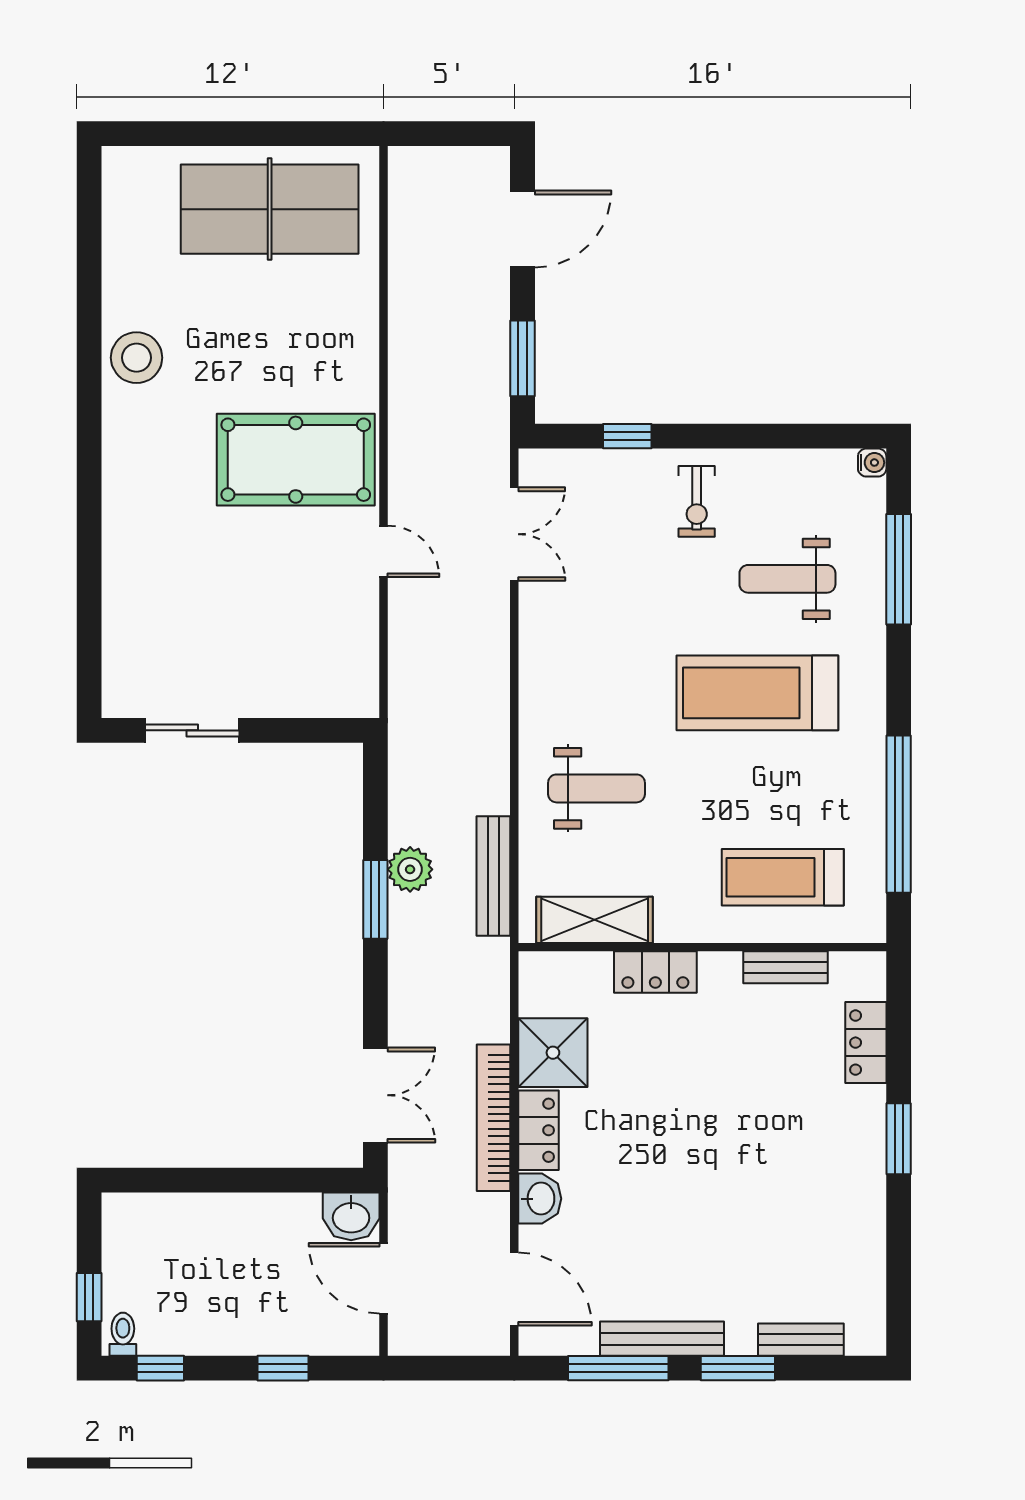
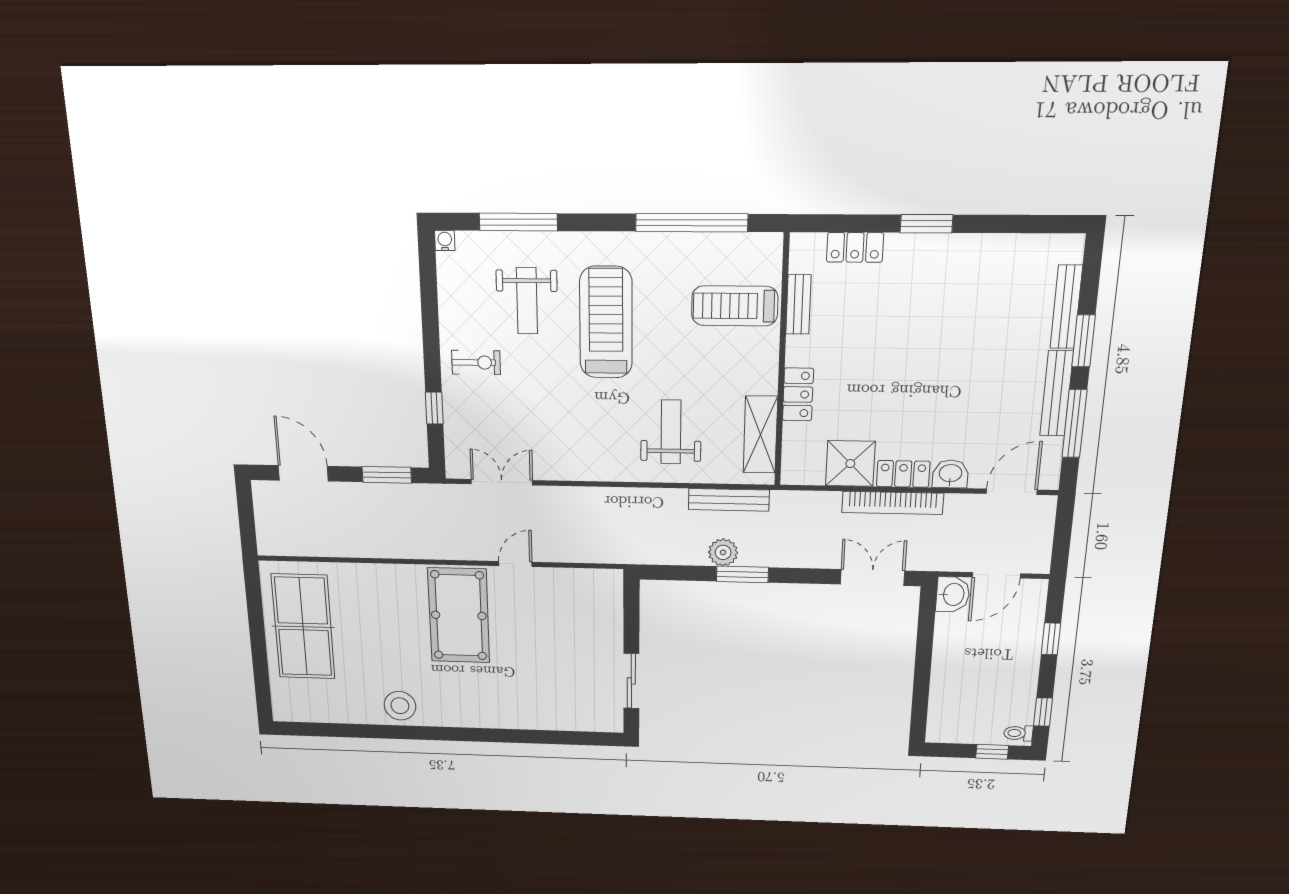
treadmill: (757, 693) -> (606, 322), turned 180
treadmill: (783, 877) -> (735, 306), turned 90
bench: (801, 1340) -> (1066, 307), width x1.36

